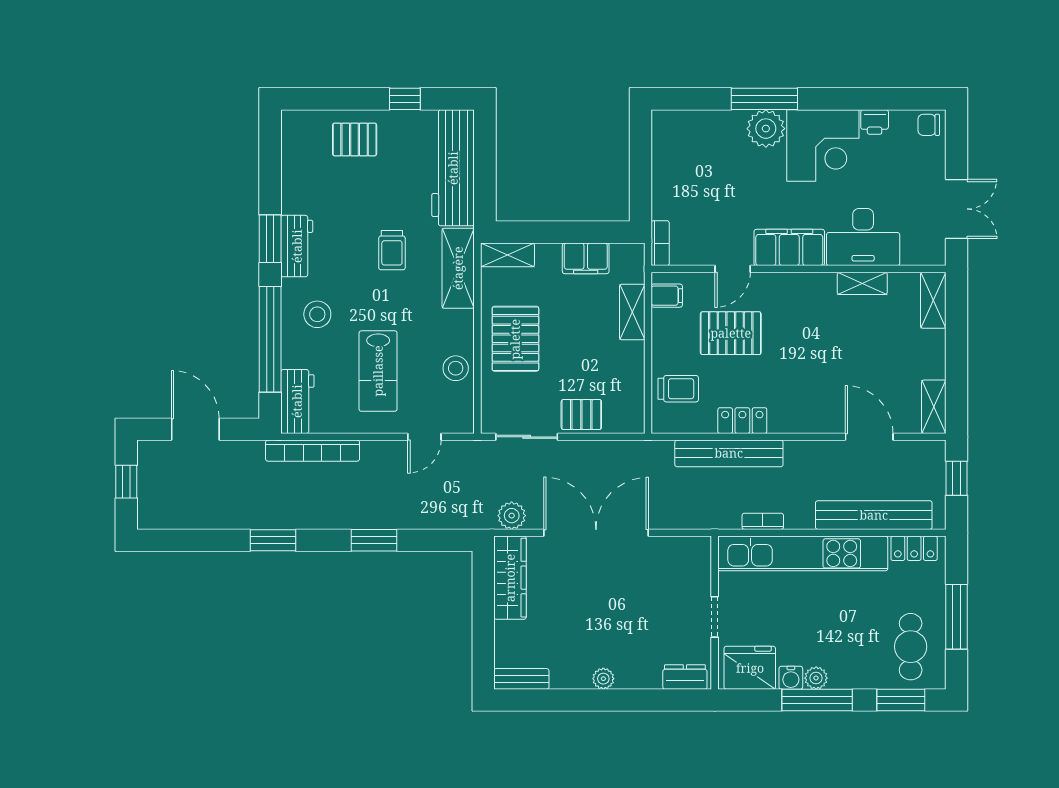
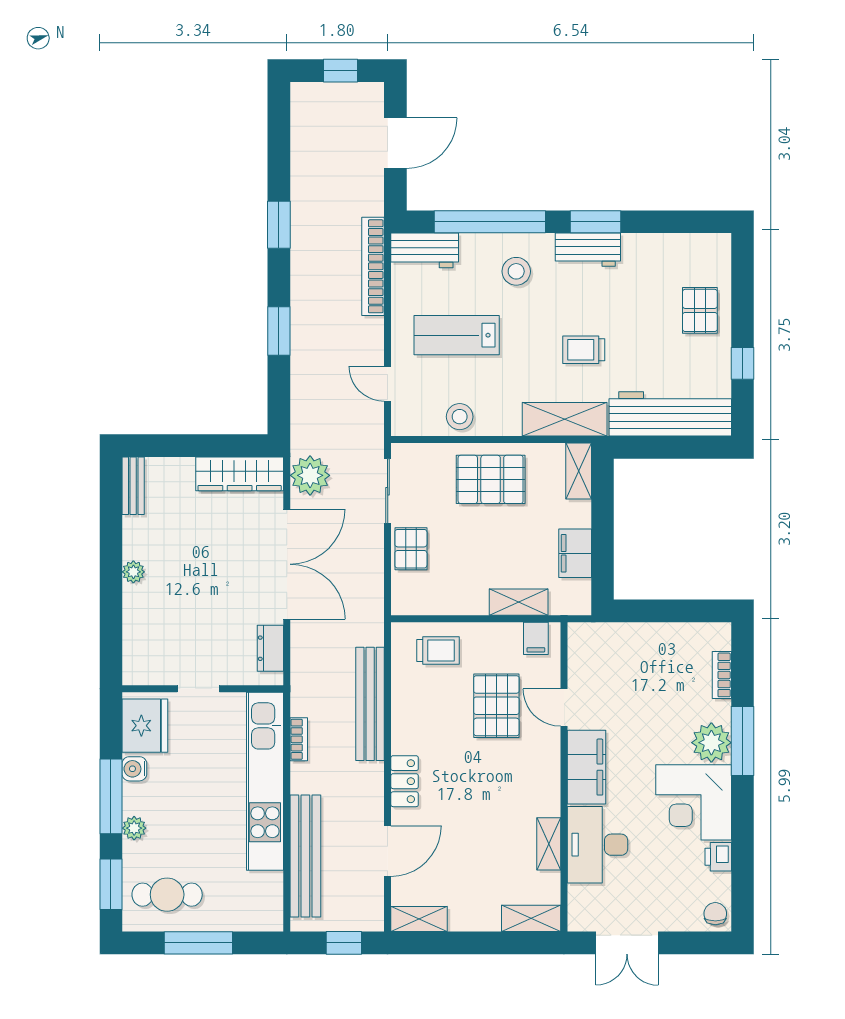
bookcase: (660, 243) -> (722, 675), moved, turned 90
trolley: (678, 389) -> (438, 651), turned -90
locker: (742, 421) -> (405, 781), moved
plant: (512, 516) -> (310, 475), width x1.36, depth x1.36
locker: (914, 548) -> (270, 898), removed
dresser: (685, 677) -> (270, 648), moved, turned 180
plant: (816, 678) -> (134, 828), moved

